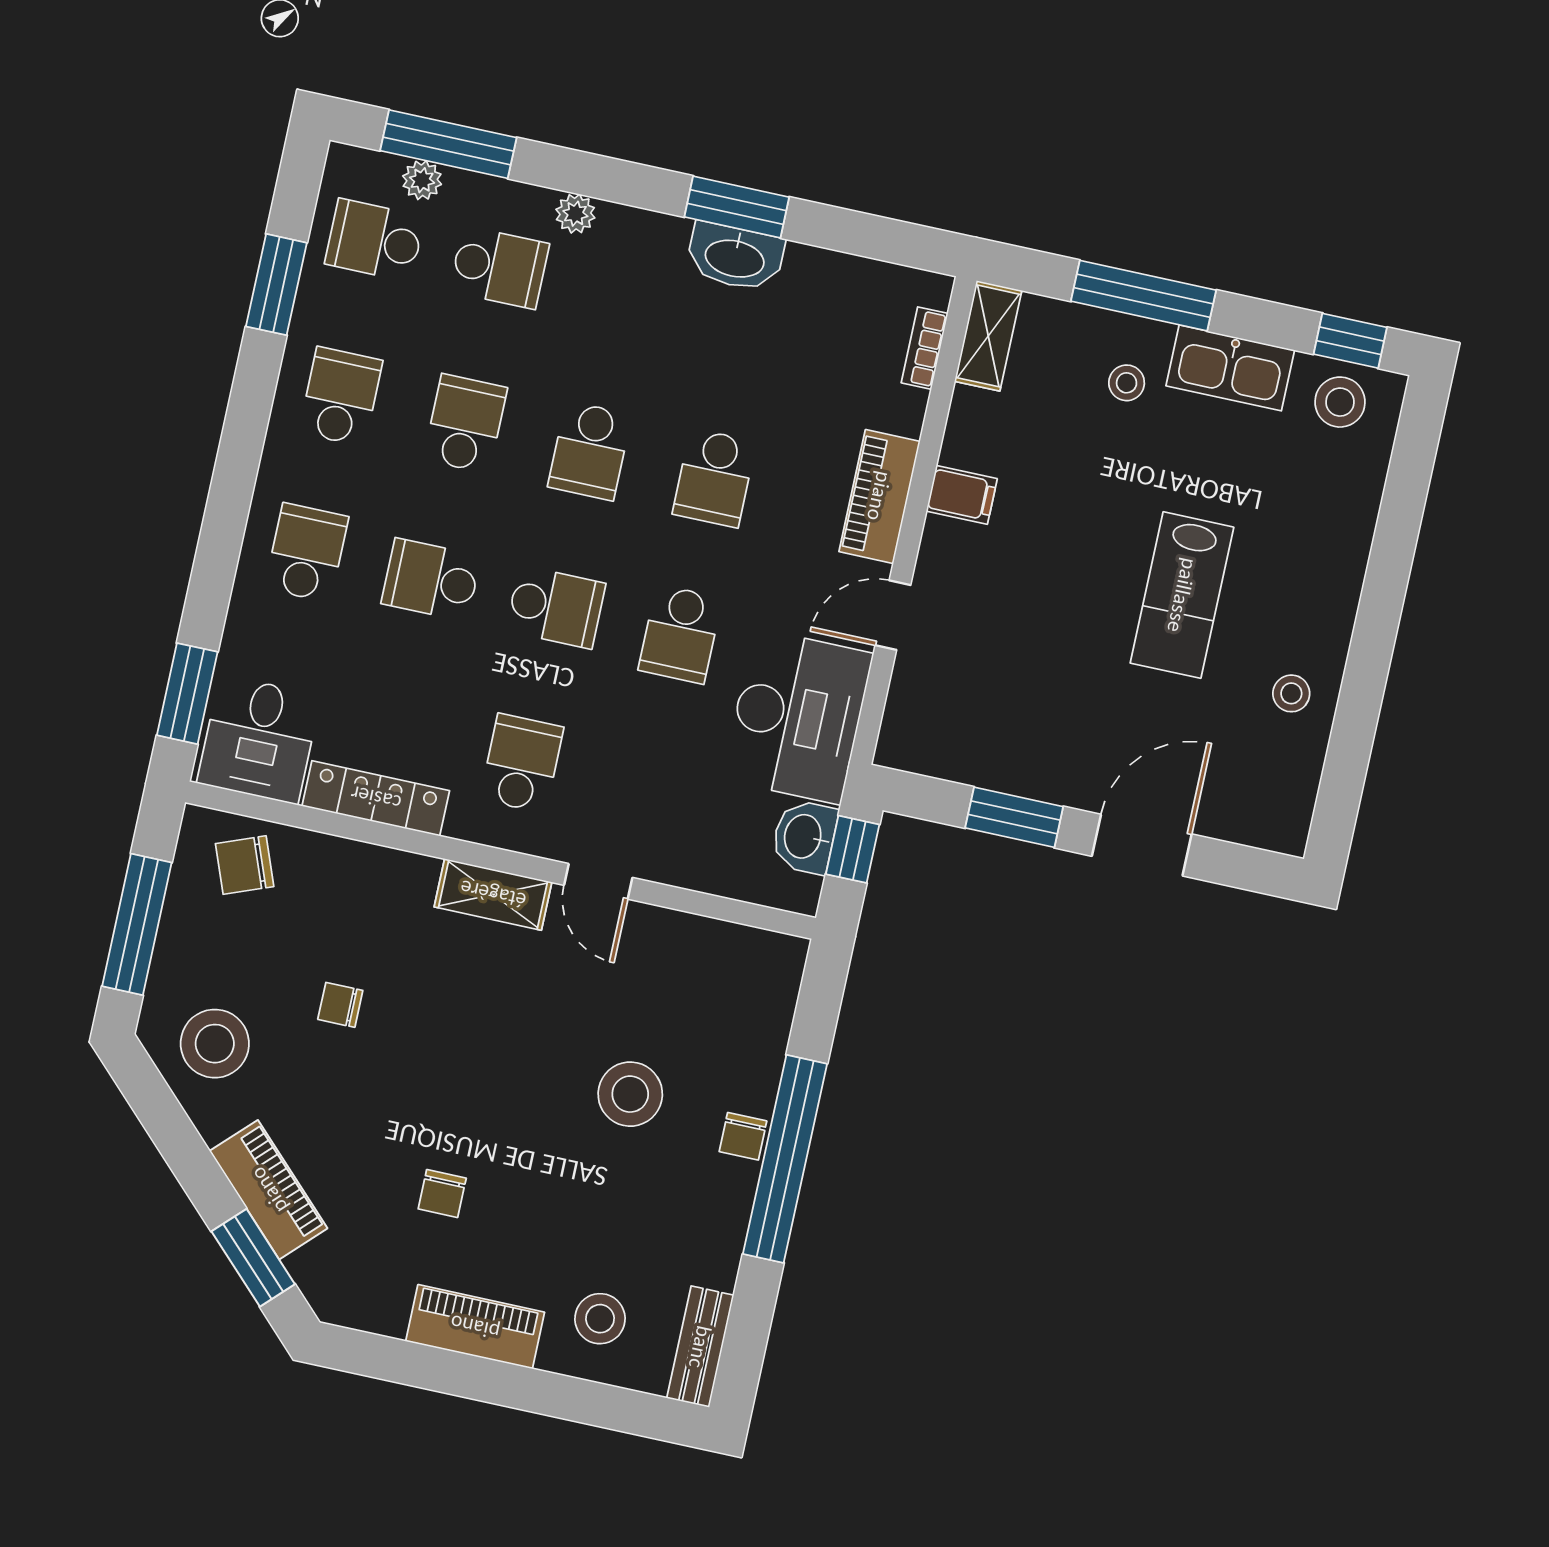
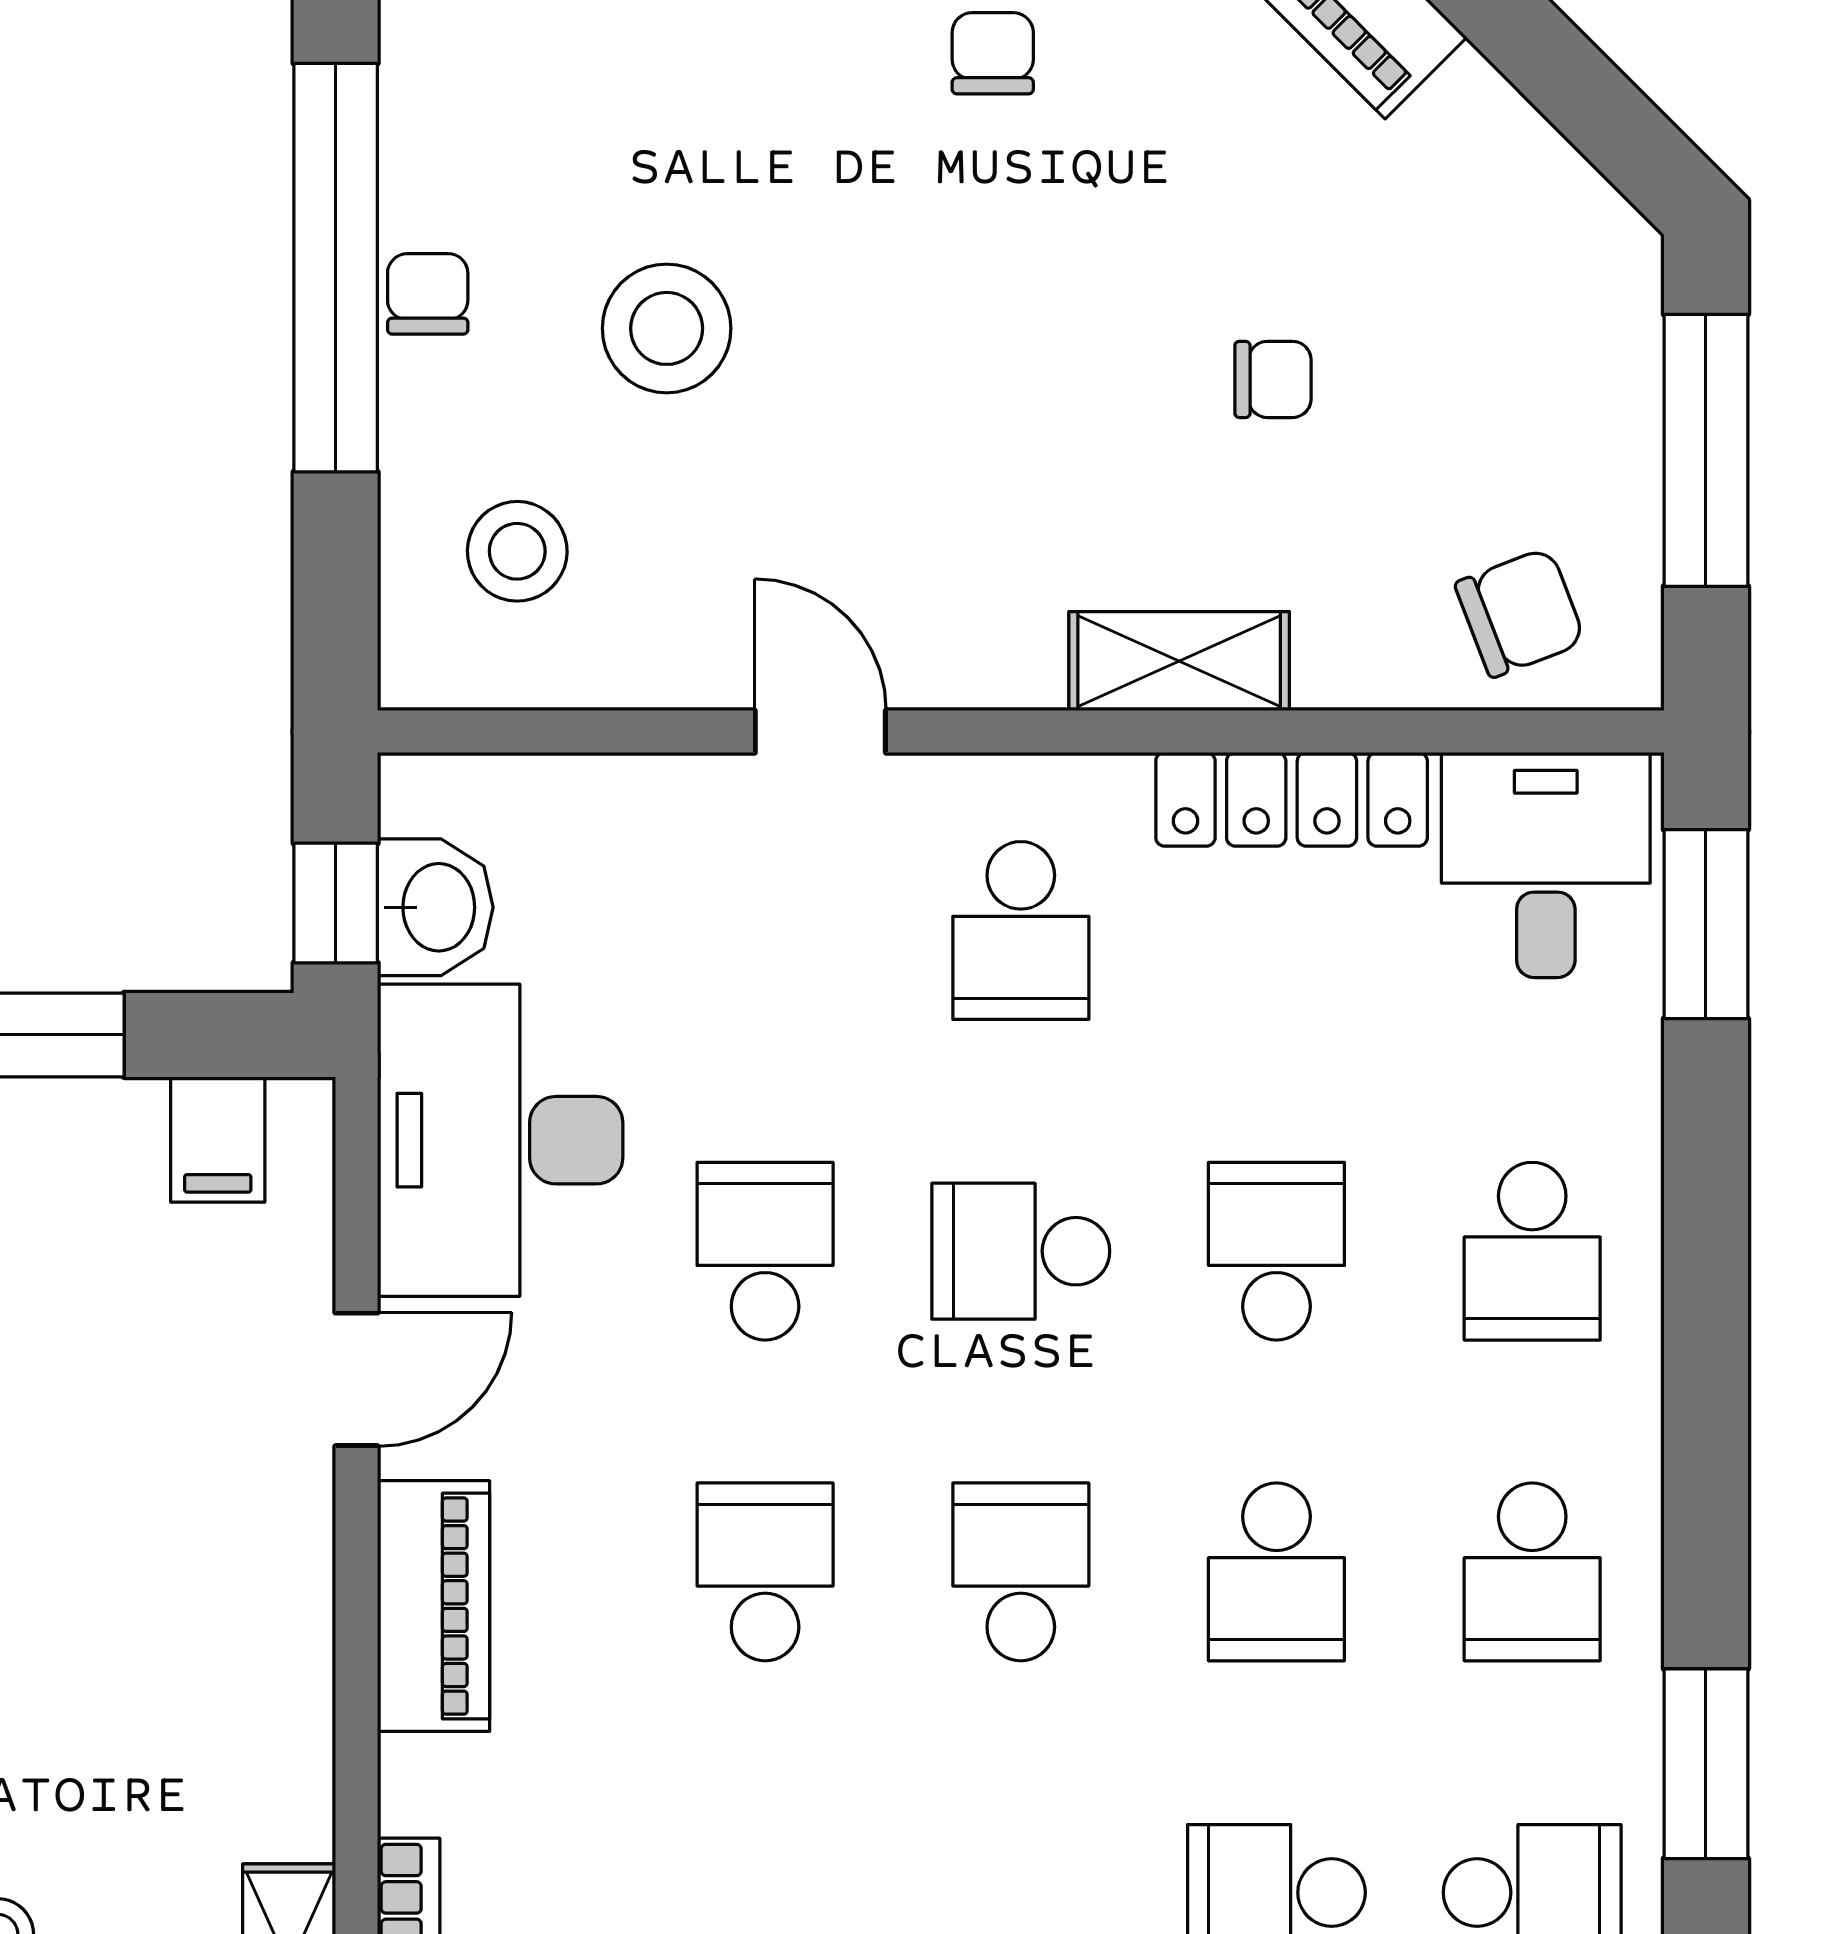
filing cabinet: (962, 495) -> (218, 1139), moved, turned -90
school desk: (431, 580) -> (1276, 1251), turned -90
shelving: (493, 894) -> (1179, 661), moved
stool: (215, 1044) -> (517, 551), moved, width x0.73, depth x0.73

